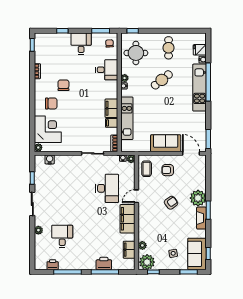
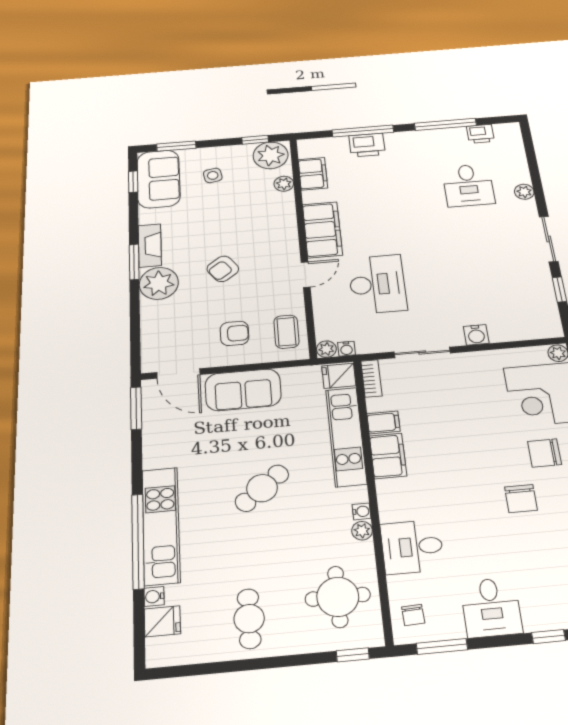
cafe table: (162, 80) -> (262, 488), moved
fridge: (127, 146) -> (339, 376), added
water cooler: (50, 159) -> (476, 335), moved
desk: (107, 188) -> (377, 284), turned 180

